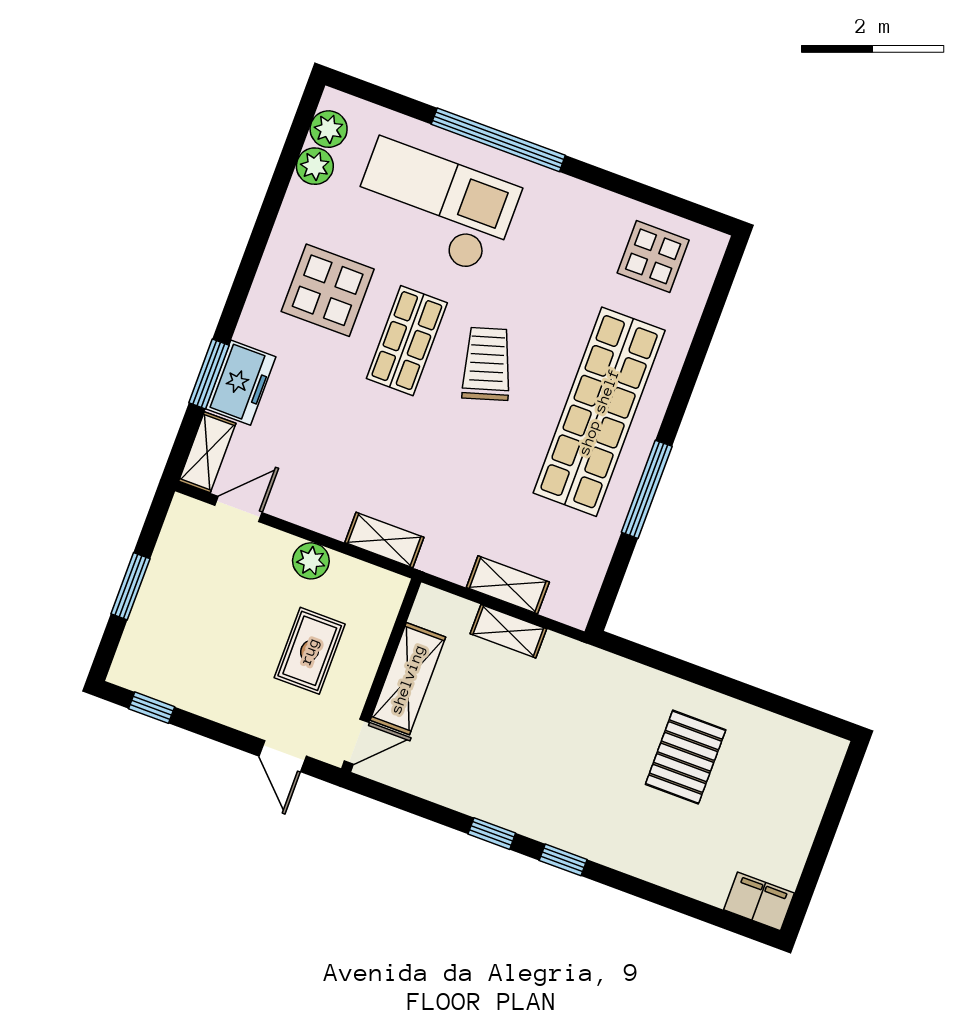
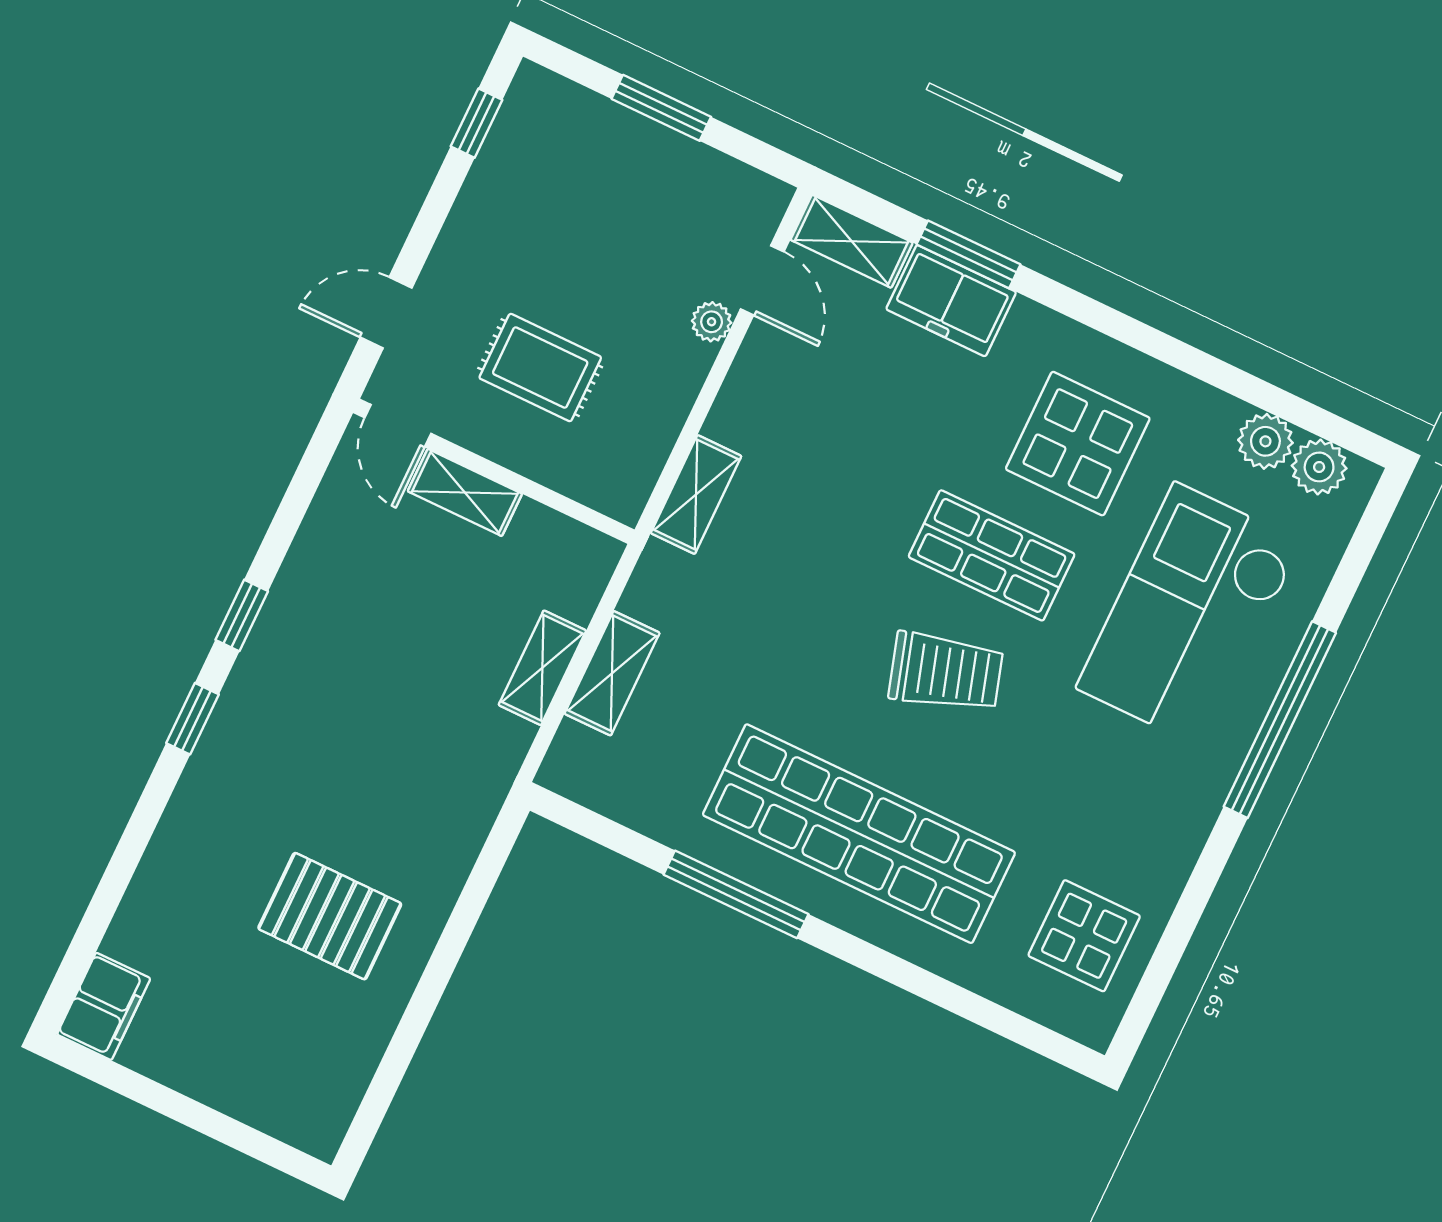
checkout: (435, 206) -> (1189, 615), turned 180
plant: (311, 561) -> (712, 322), moved, width x0.73, depth x0.73
shelving: (408, 679) -> (465, 493), width x0.67, depth x0.75

